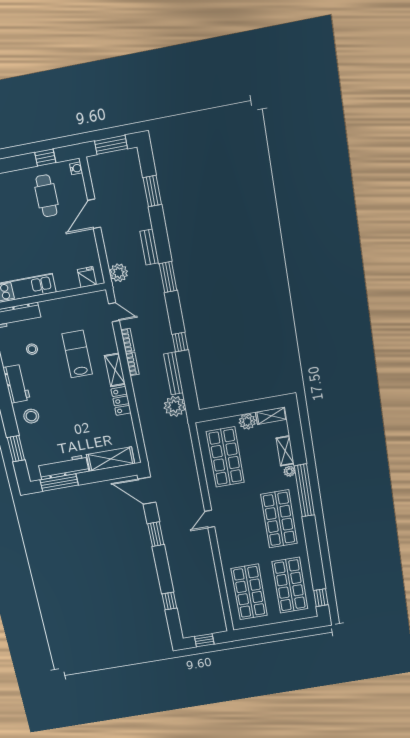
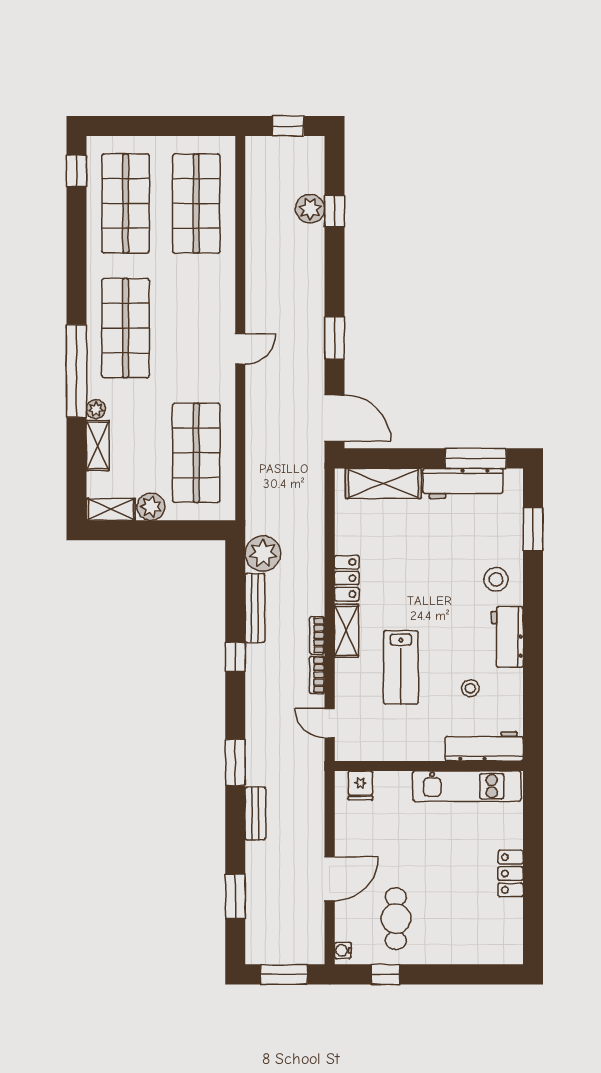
plant: (119, 273) -> (310, 209), moved

